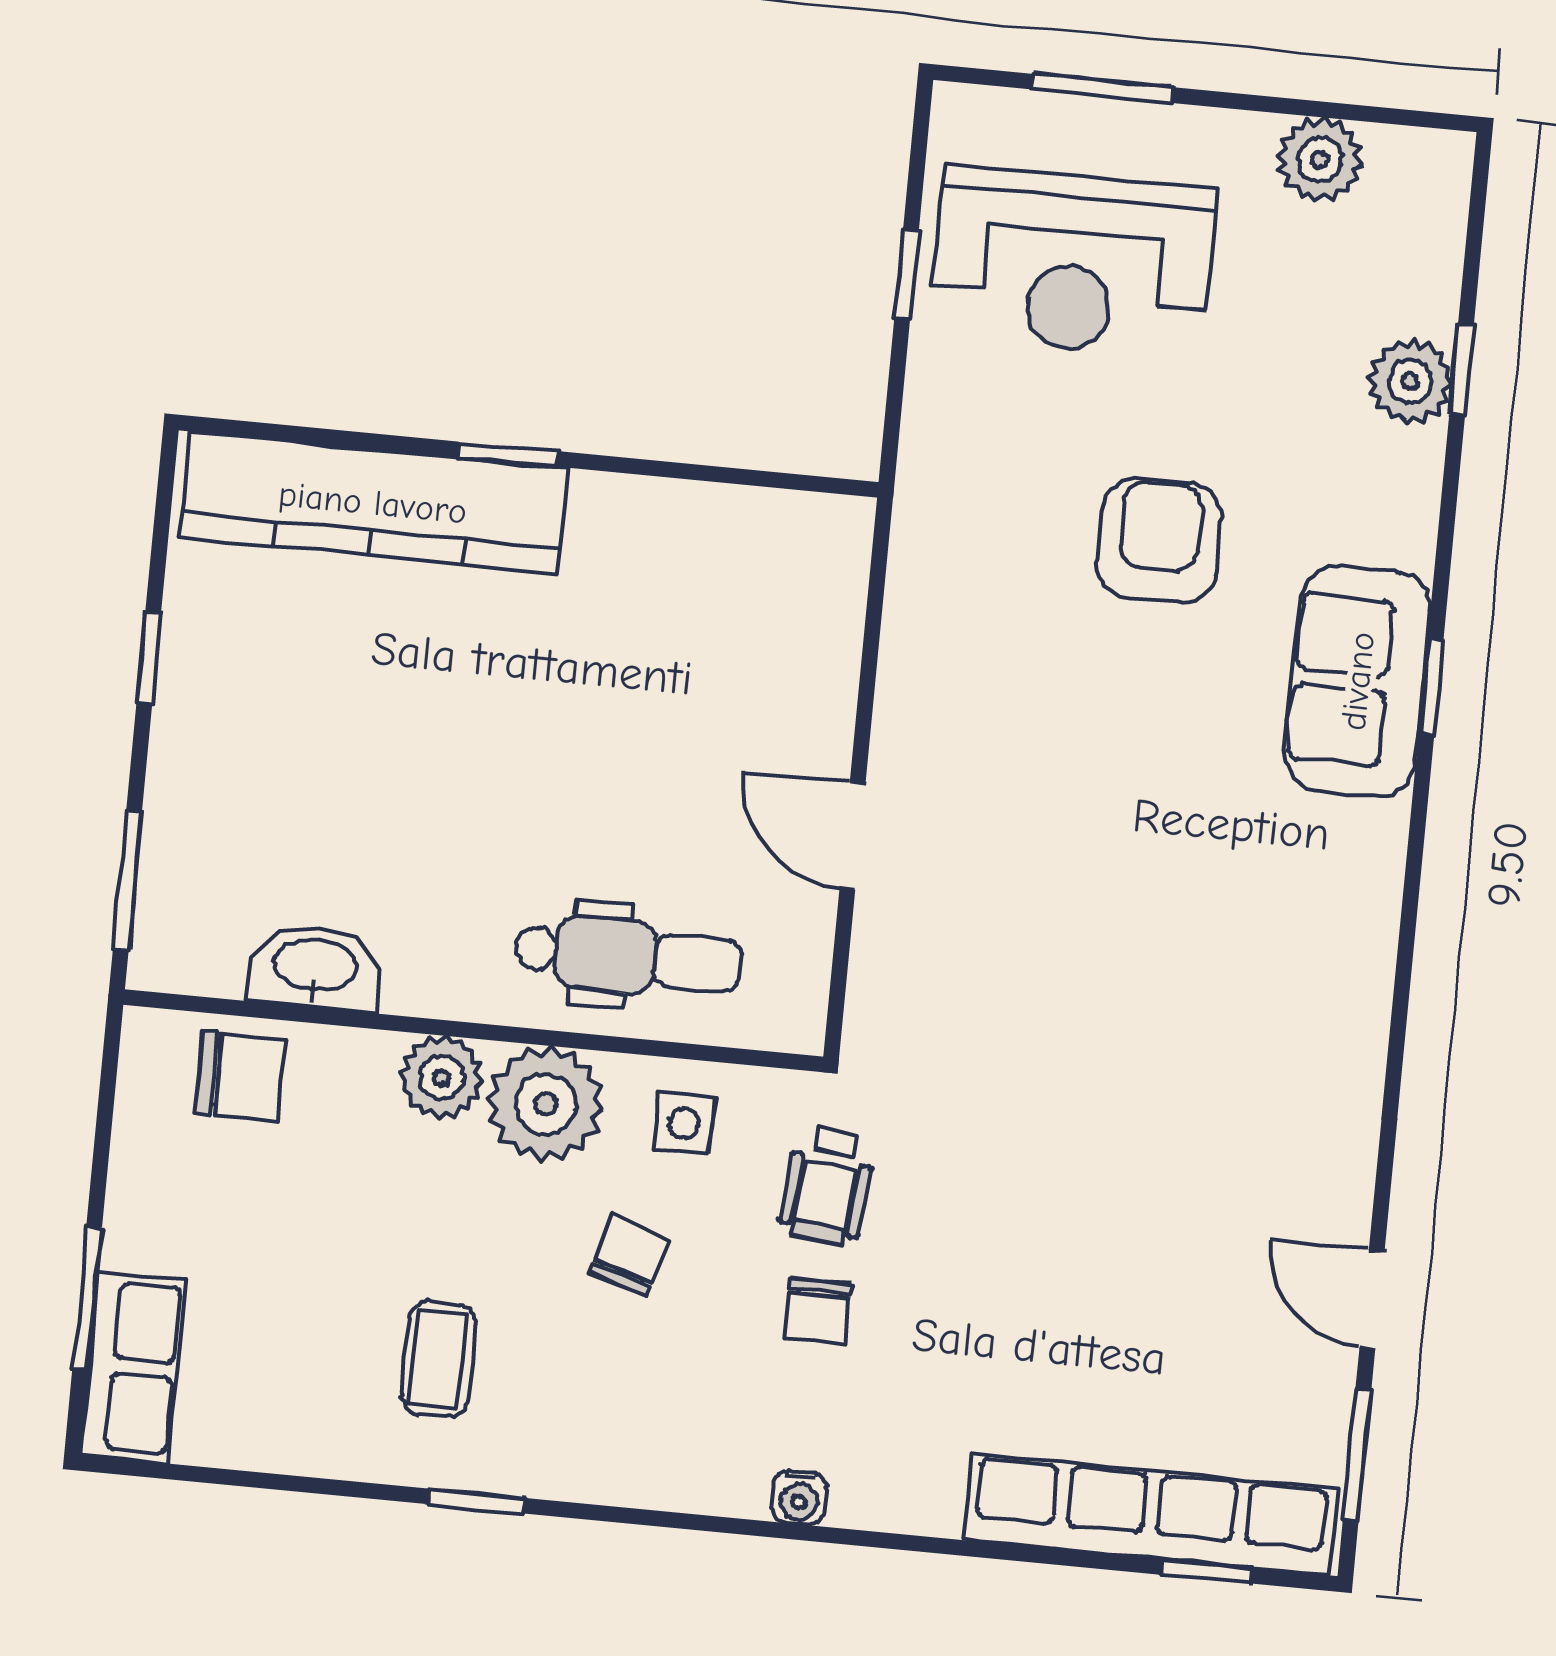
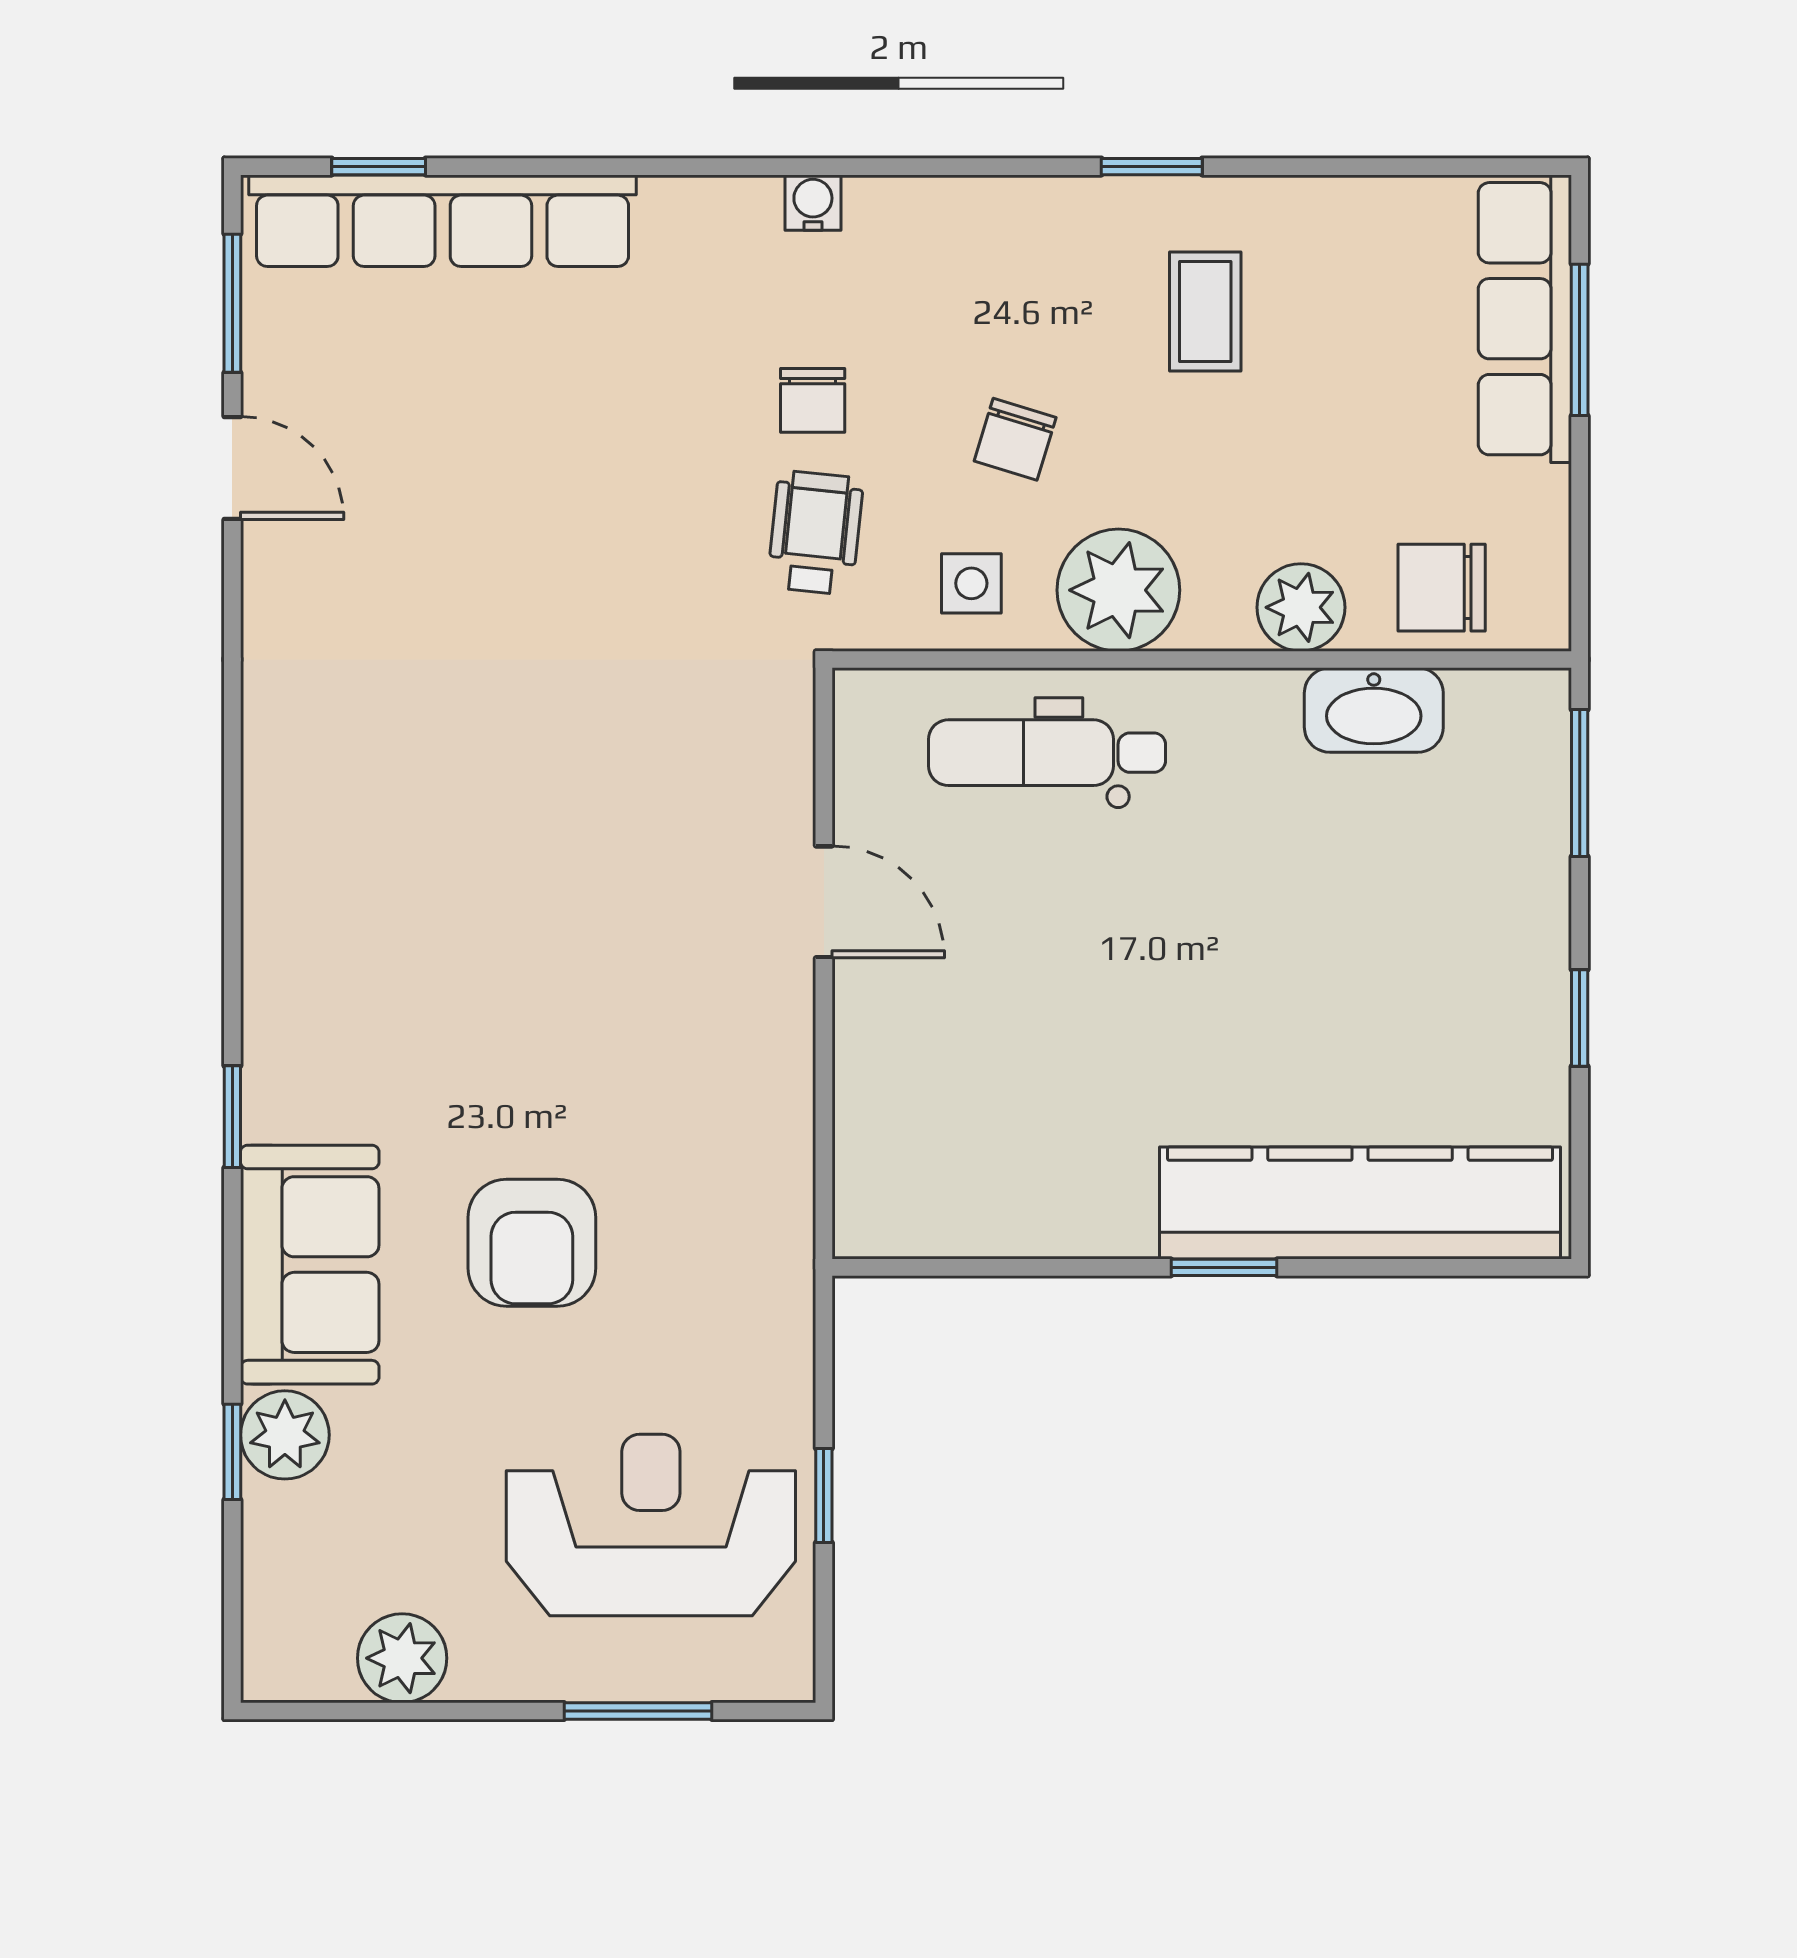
sofa: (1358, 681) -> (310, 1265), moved
plant: (442, 1077) -> (1301, 607), moved
chair: (818, 1311) -> (813, 400), turned 180
row of seats: (133, 1367) -> (1525, 319), width x1.48

